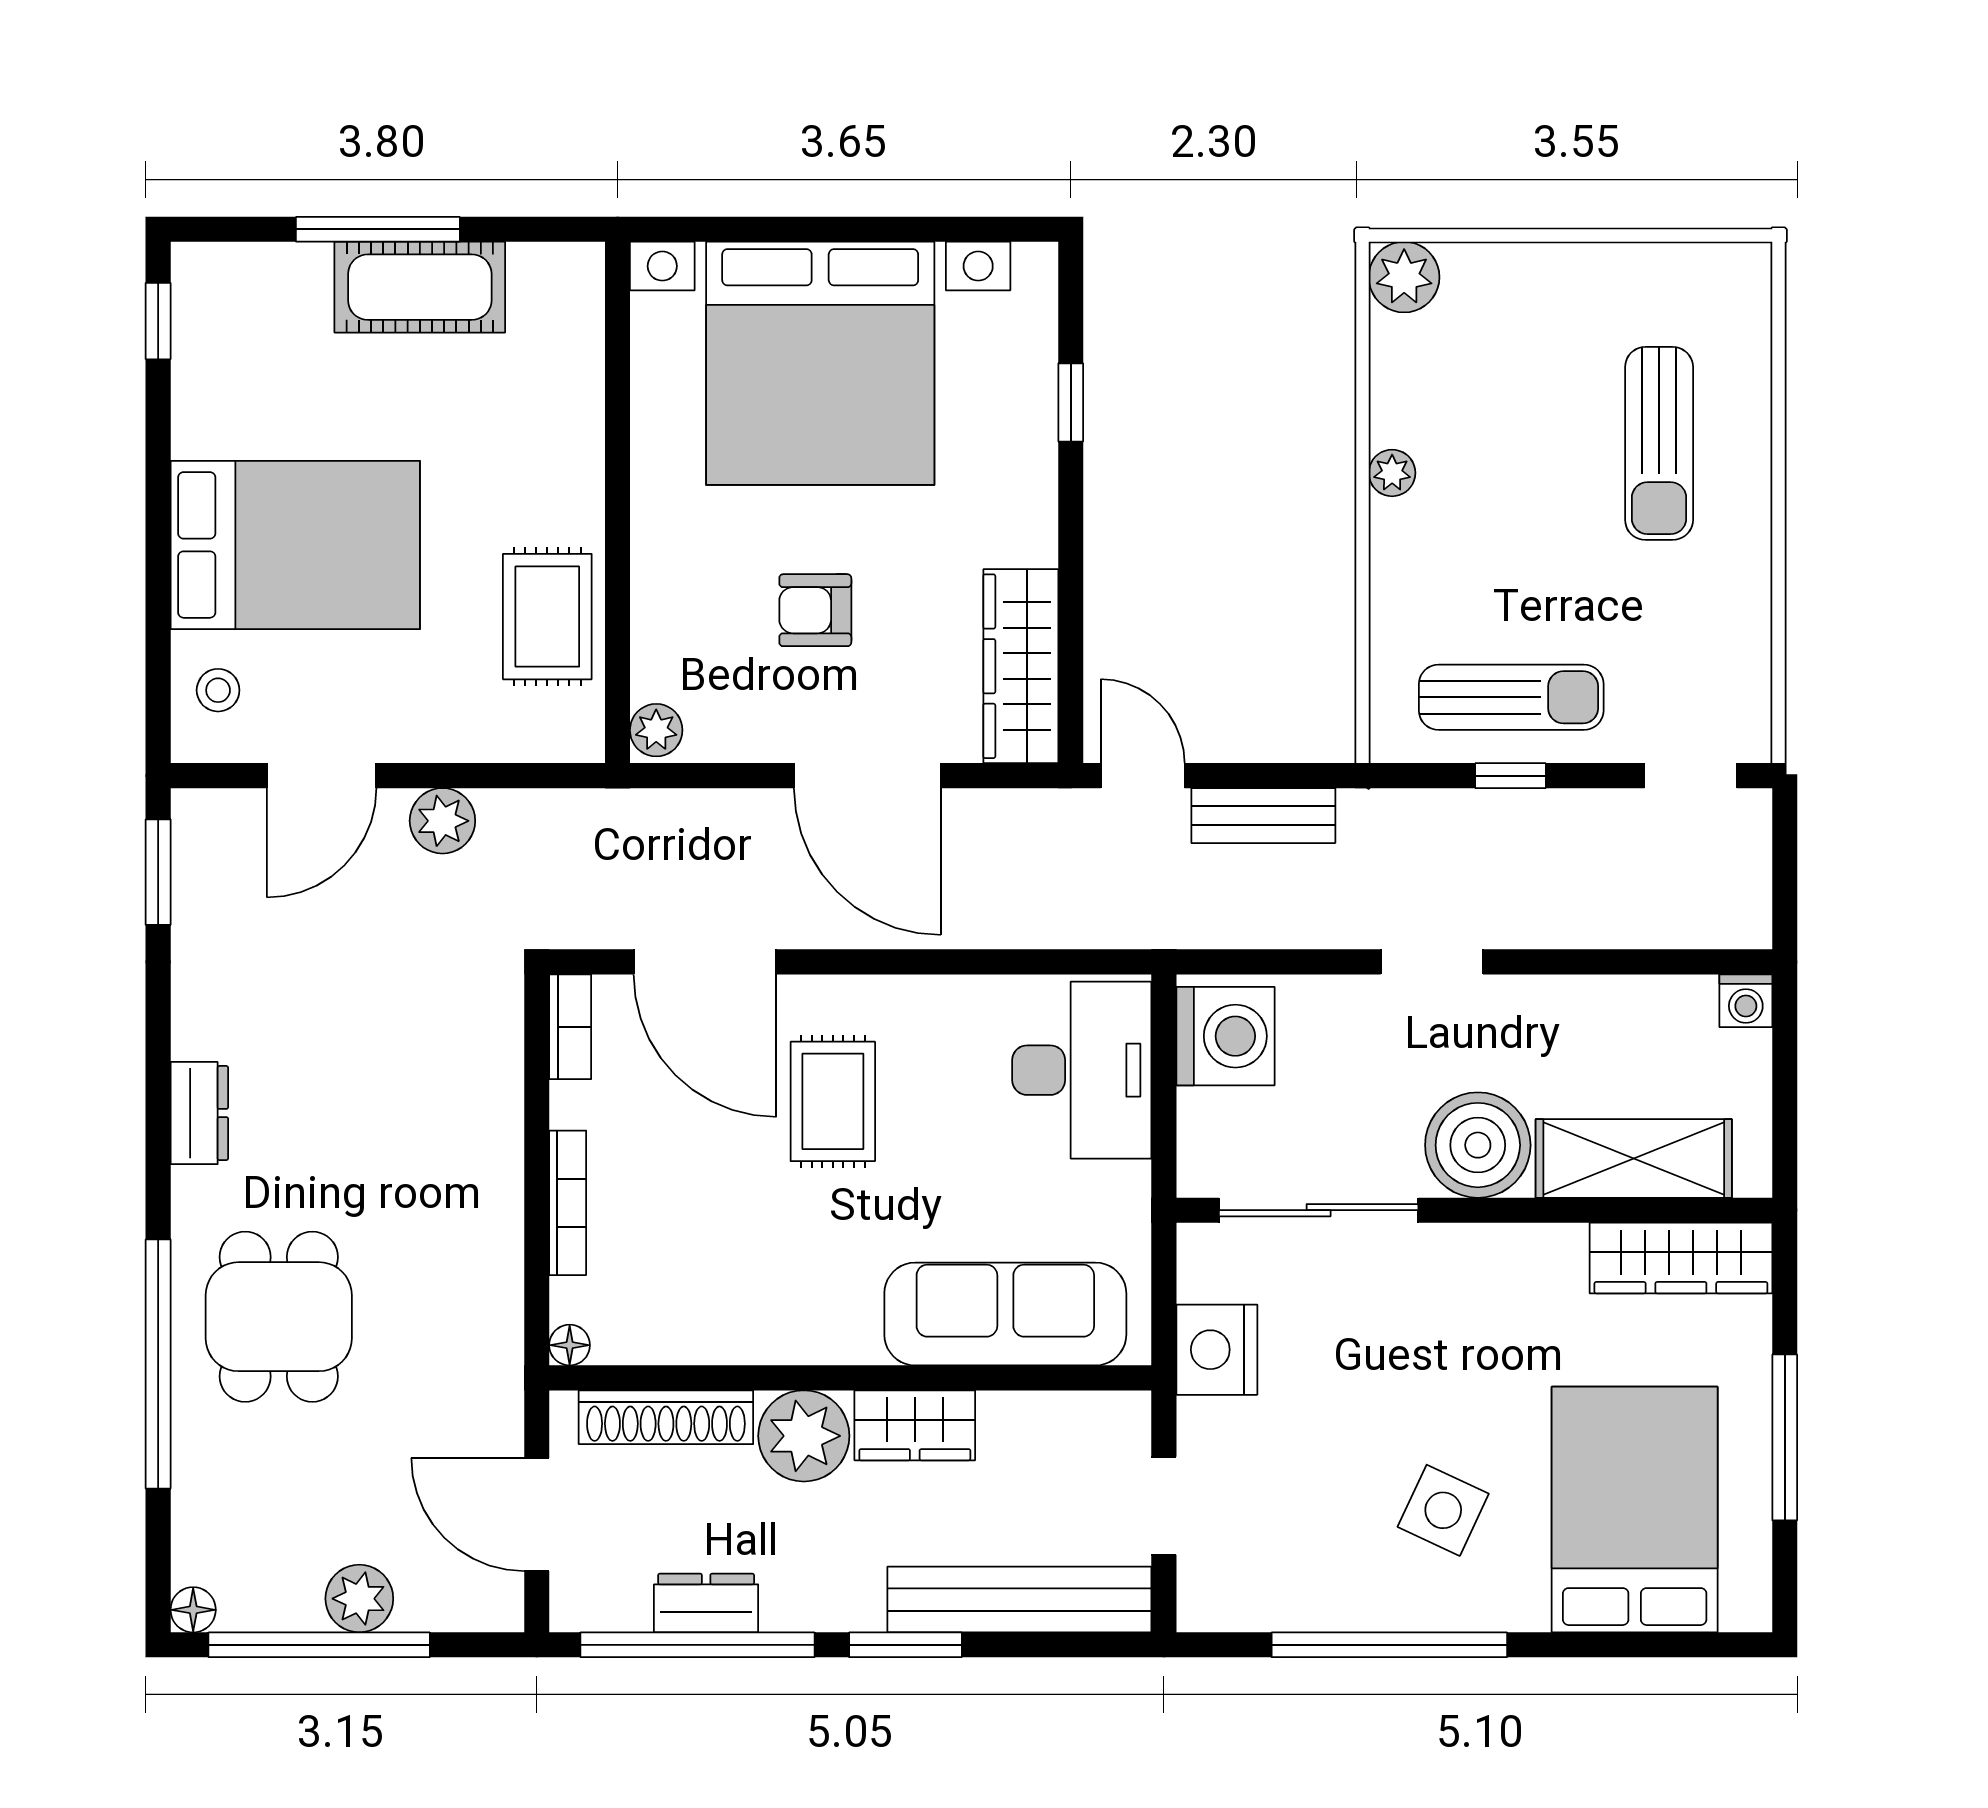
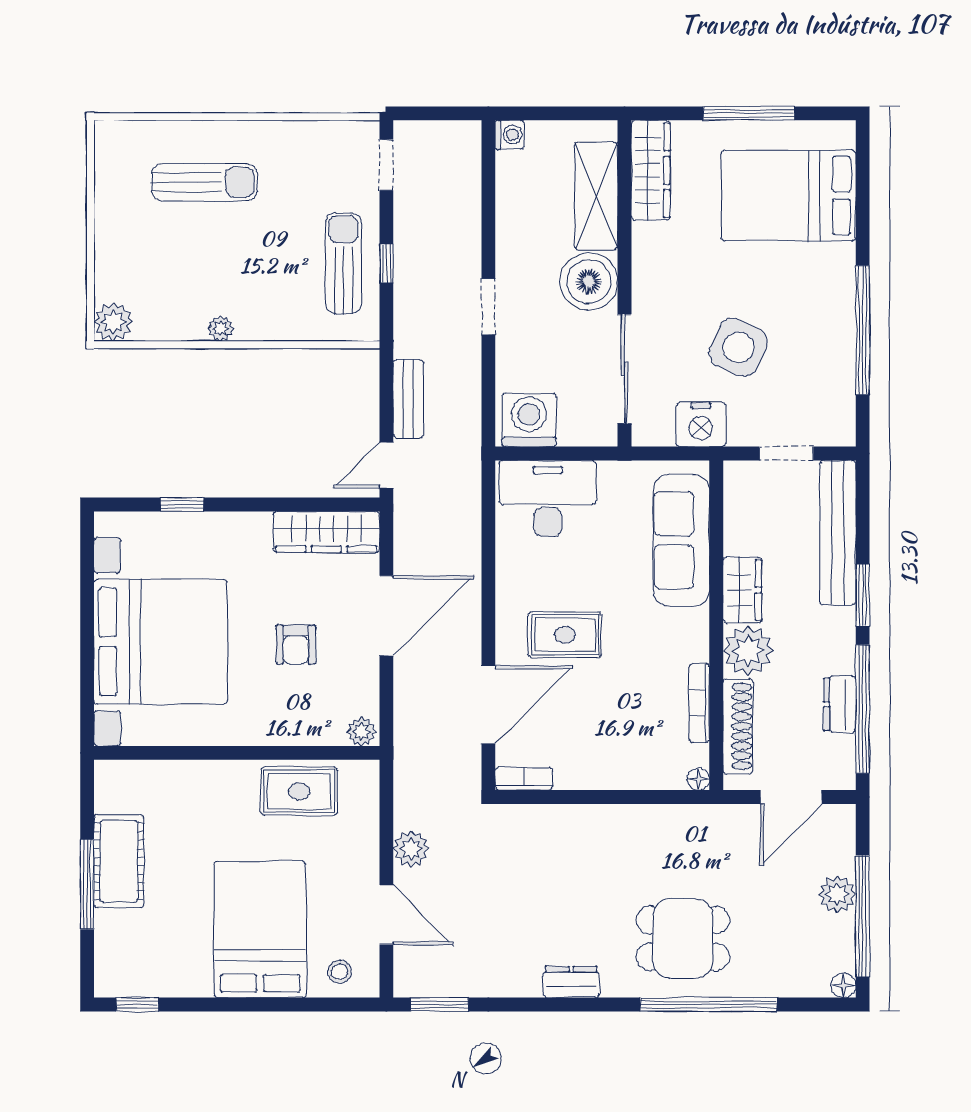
bookcase: (568, 1203) -> (699, 703), moved, turned -90
side table: (1443, 1510) -> (738, 347), moved, width x1.37, depth x1.37

